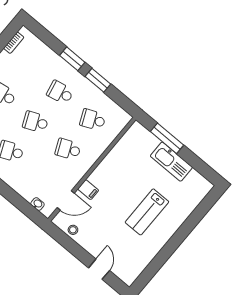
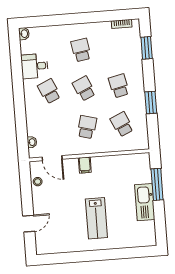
window: (72, 59) -> (147, 48), moved
school desk: (68, 149) -> (87, 127), turned 39
filing cabinet: (88, 190) -> (85, 165), moved
lab bench: (147, 212) -> (96, 218), turned -90

